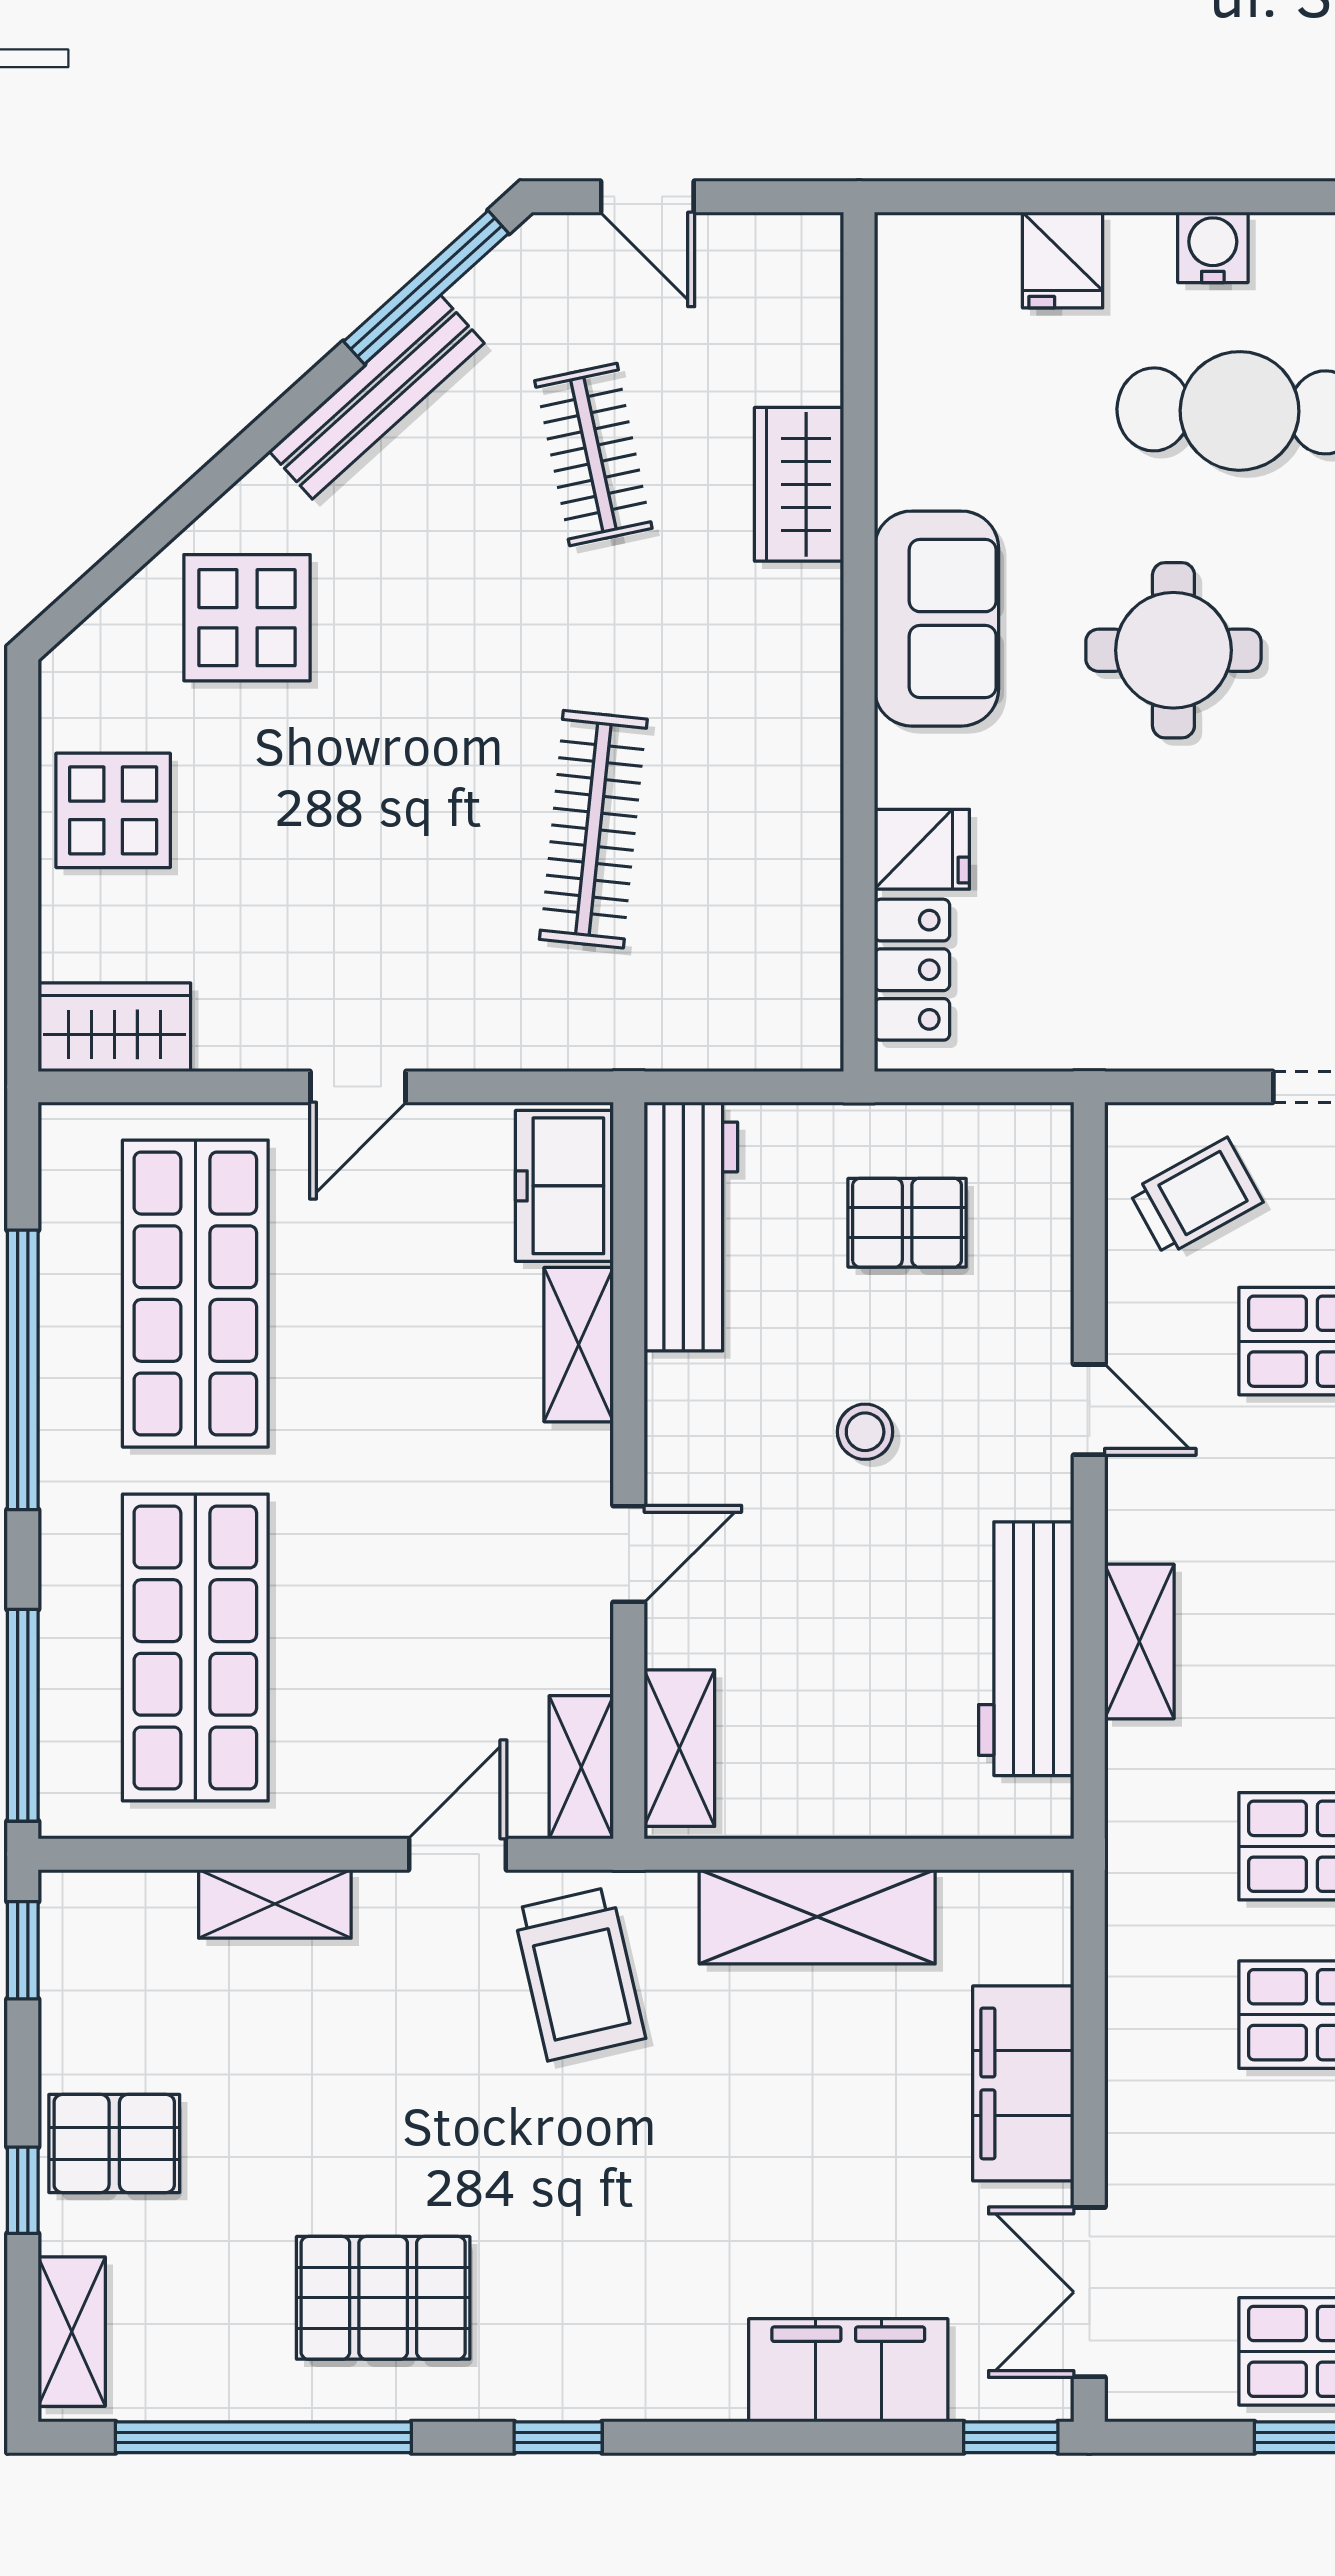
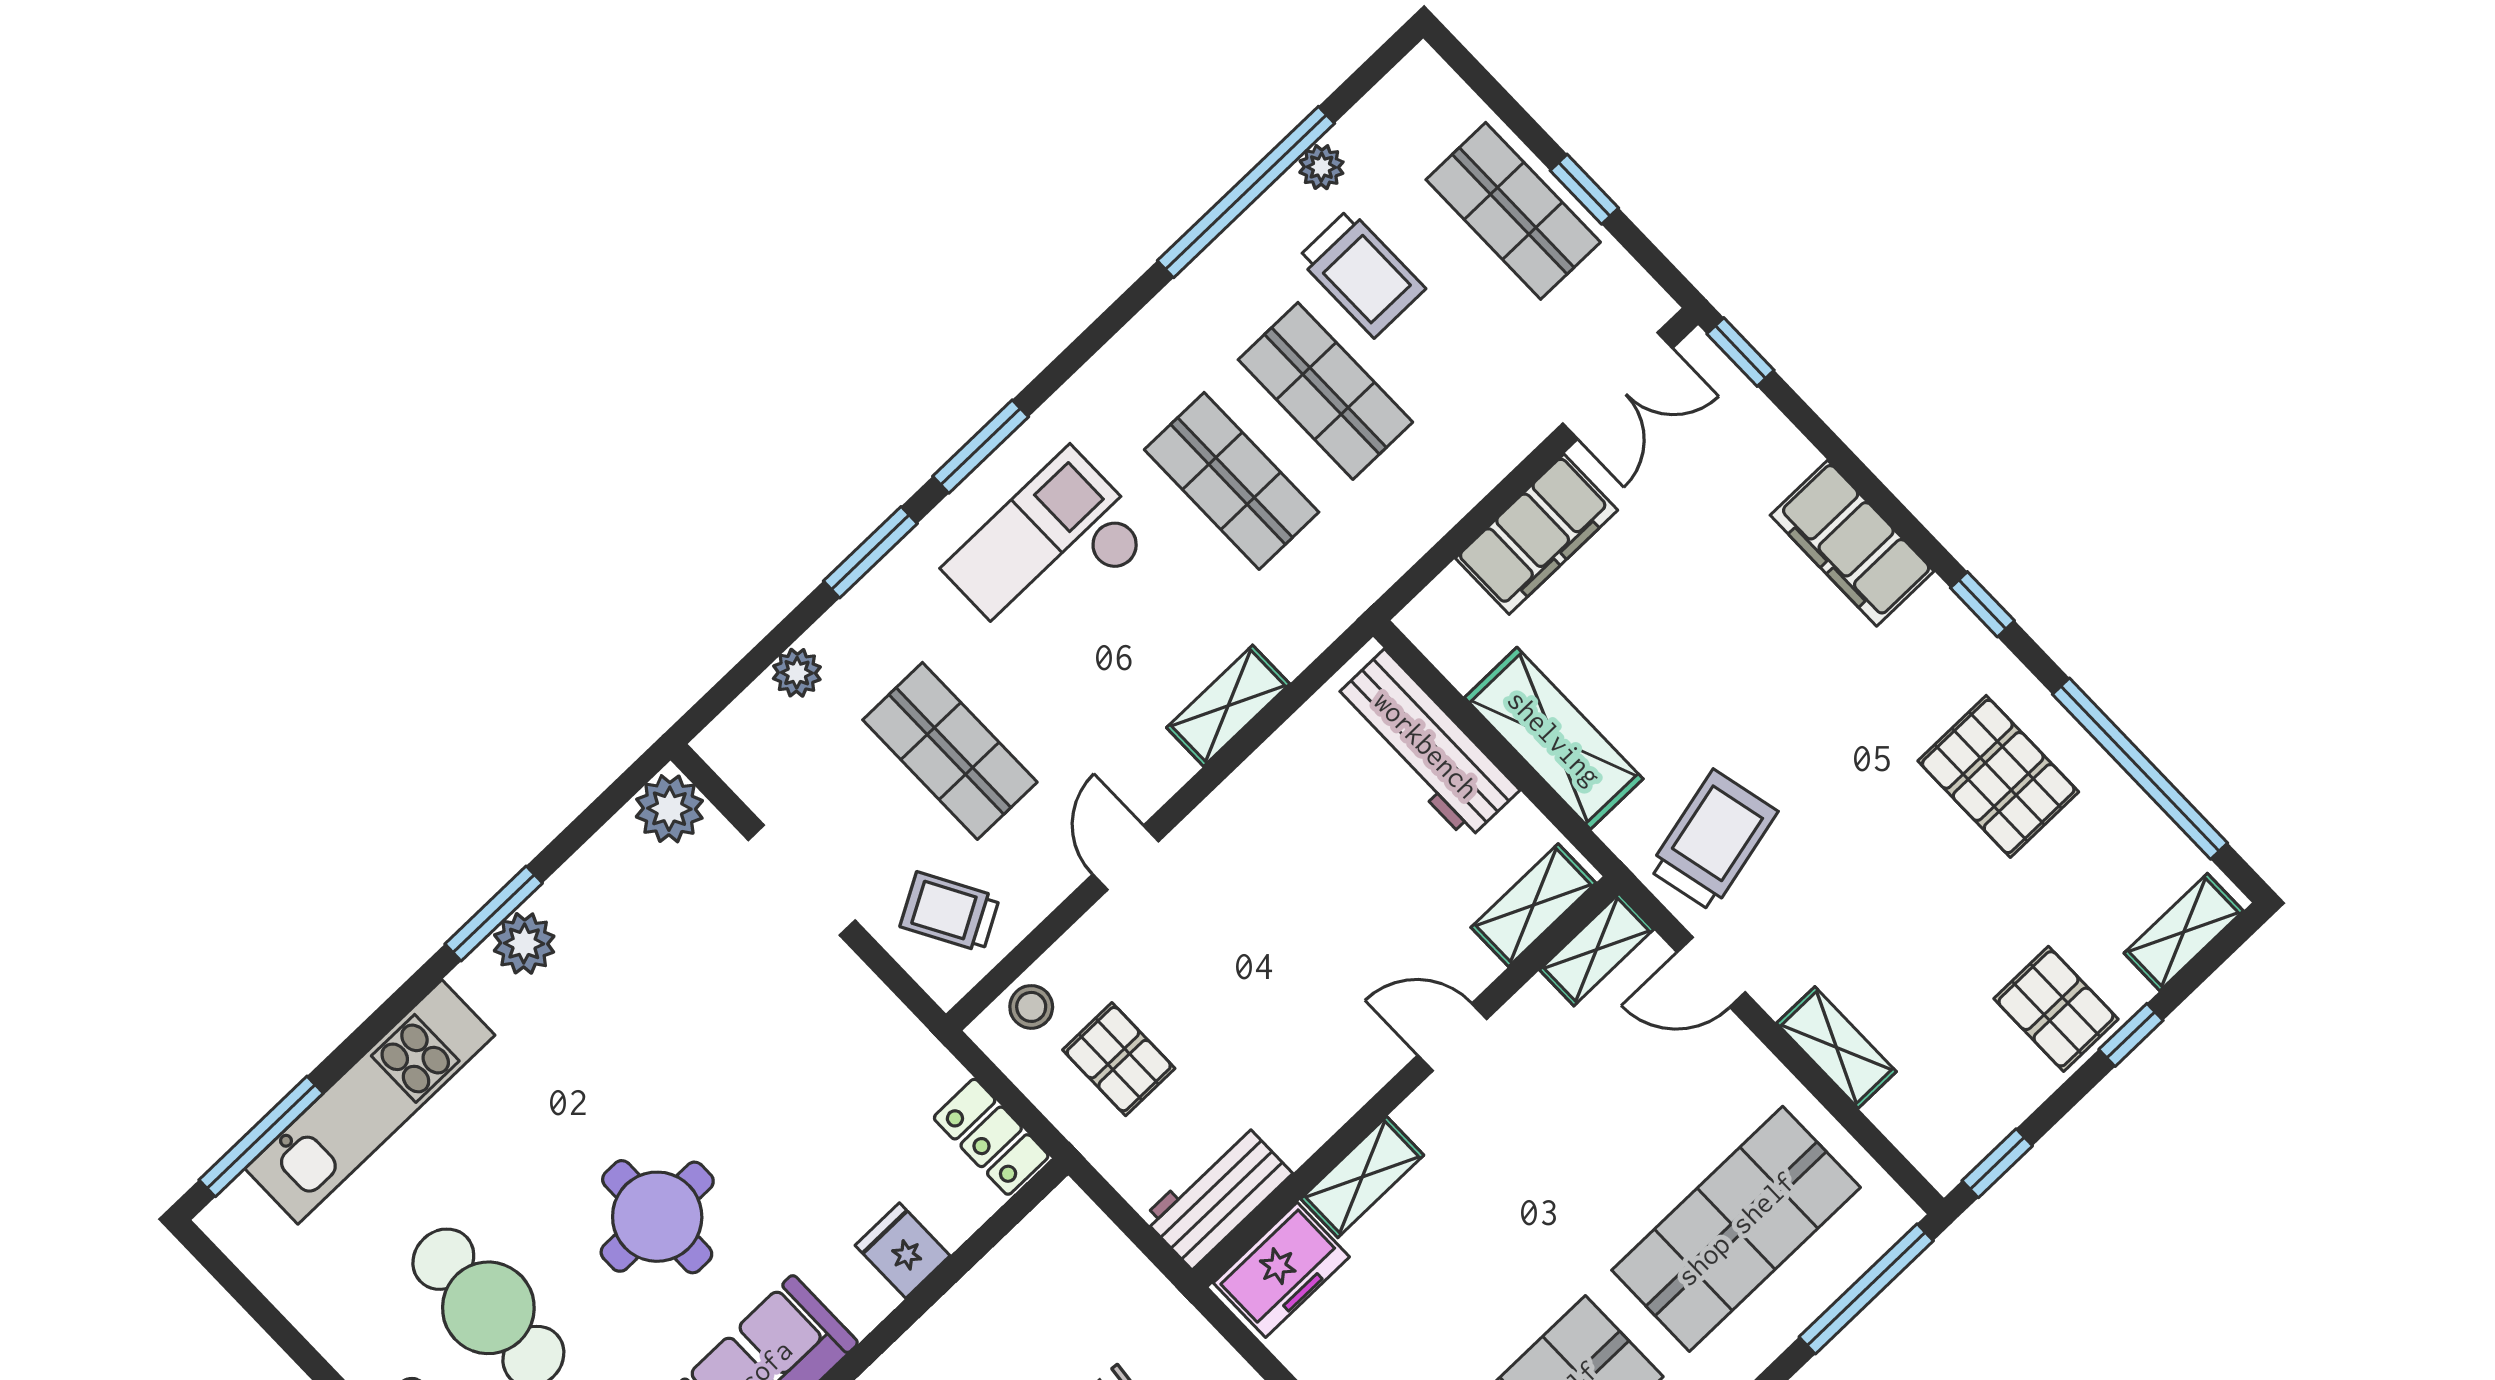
locker: (912, 970) -> (991, 1137), moved, turned -90
workbench: (691, 1227) -> (1218, 1196), width x0.73
stool: (865, 1432) -> (1031, 1007), moved
workbench: (1026, 1649) -> (1426, 745), moved, turned 90
filing cabinet: (848, 2370) -> (1852, 543), moved

